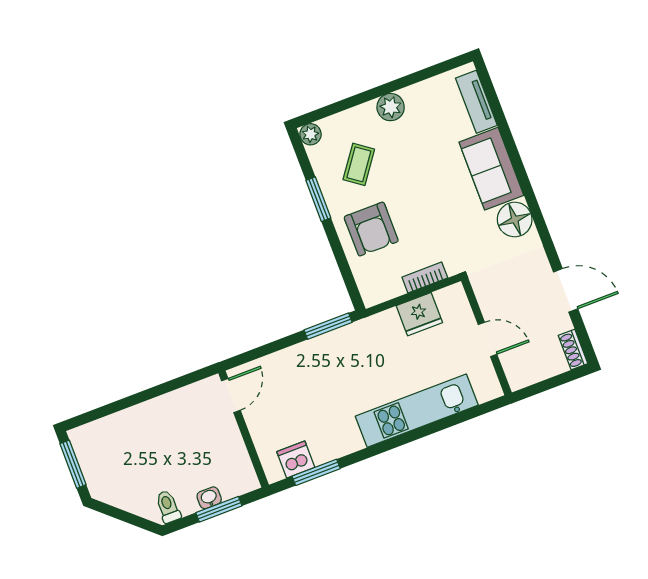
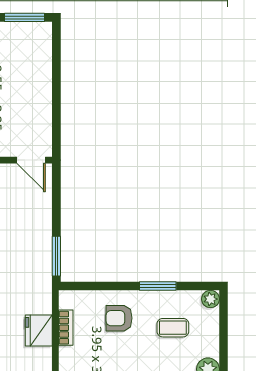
coffee table: (359, 164) -> (173, 328), turned -36
armchair: (371, 229) -> (119, 318), width x0.72, depth x0.72
bookcase: (425, 277) -> (66, 328), moved

